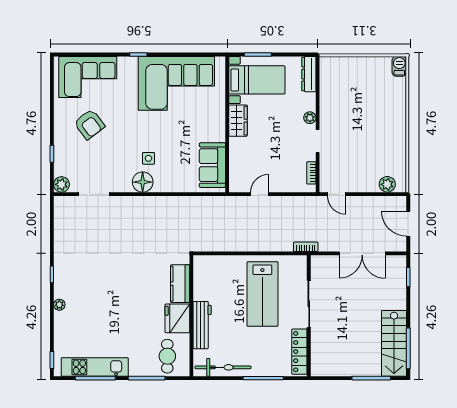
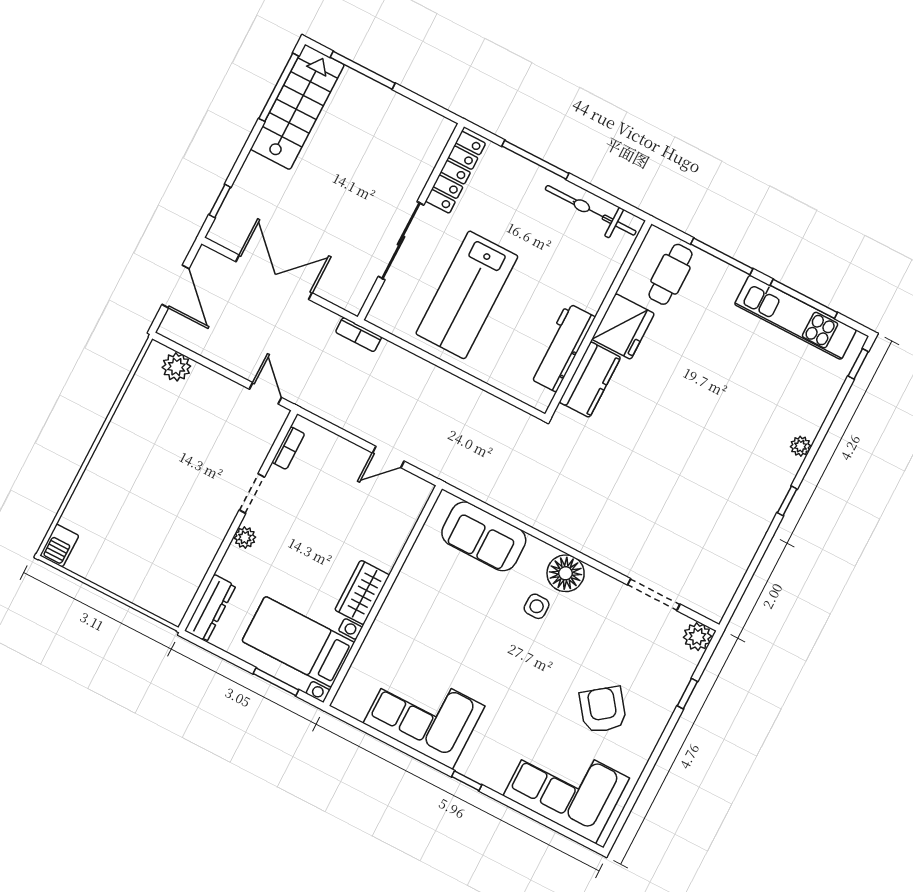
corner sofa: (176, 83) -> (424, 715), width x0.73, depth x0.74
sofa: (212, 165) -> (484, 536), moved, turned 90
lab bench: (262, 294) -> (467, 295), turned 180
workbench: (202, 325) -> (562, 347), moved

